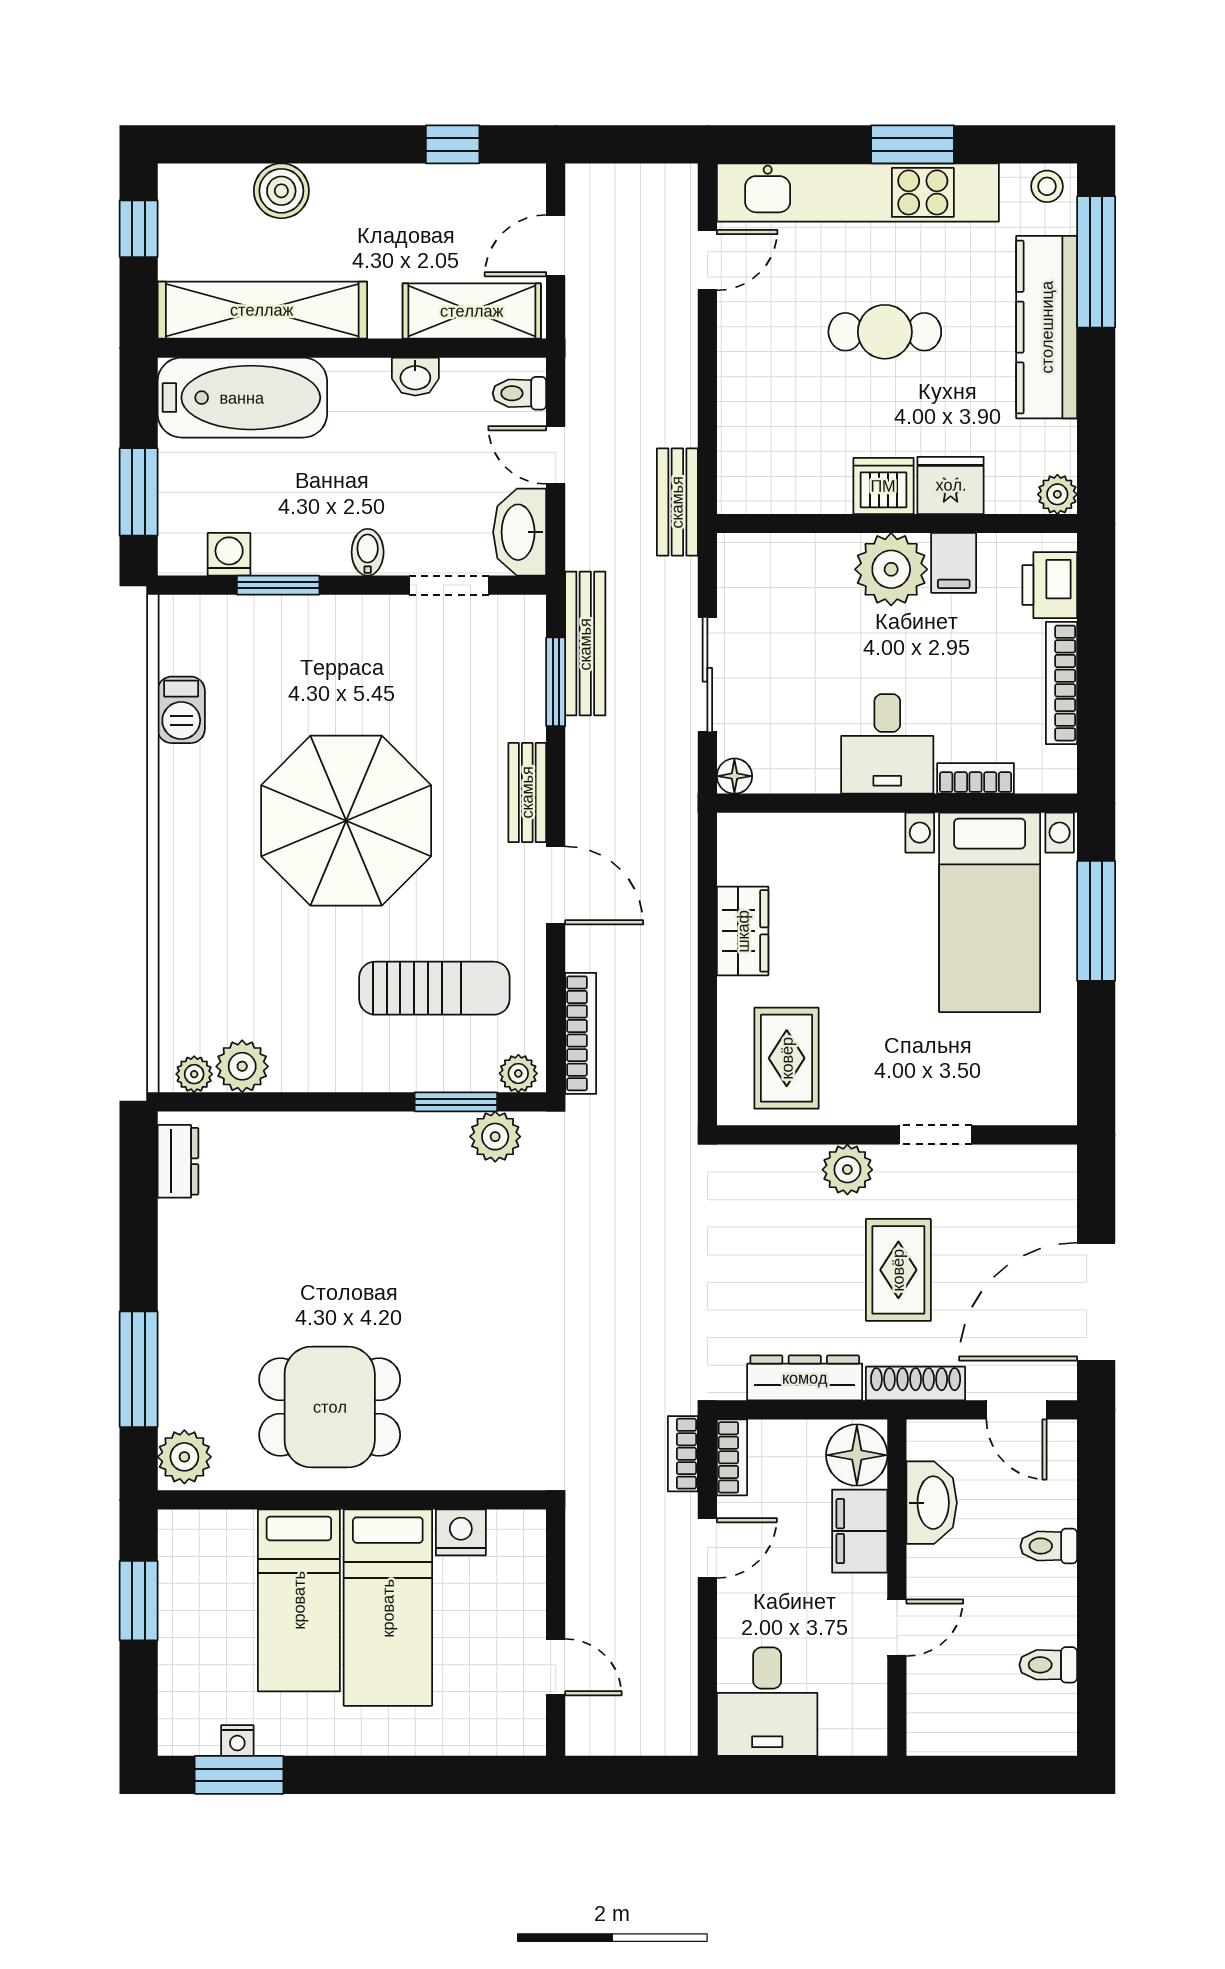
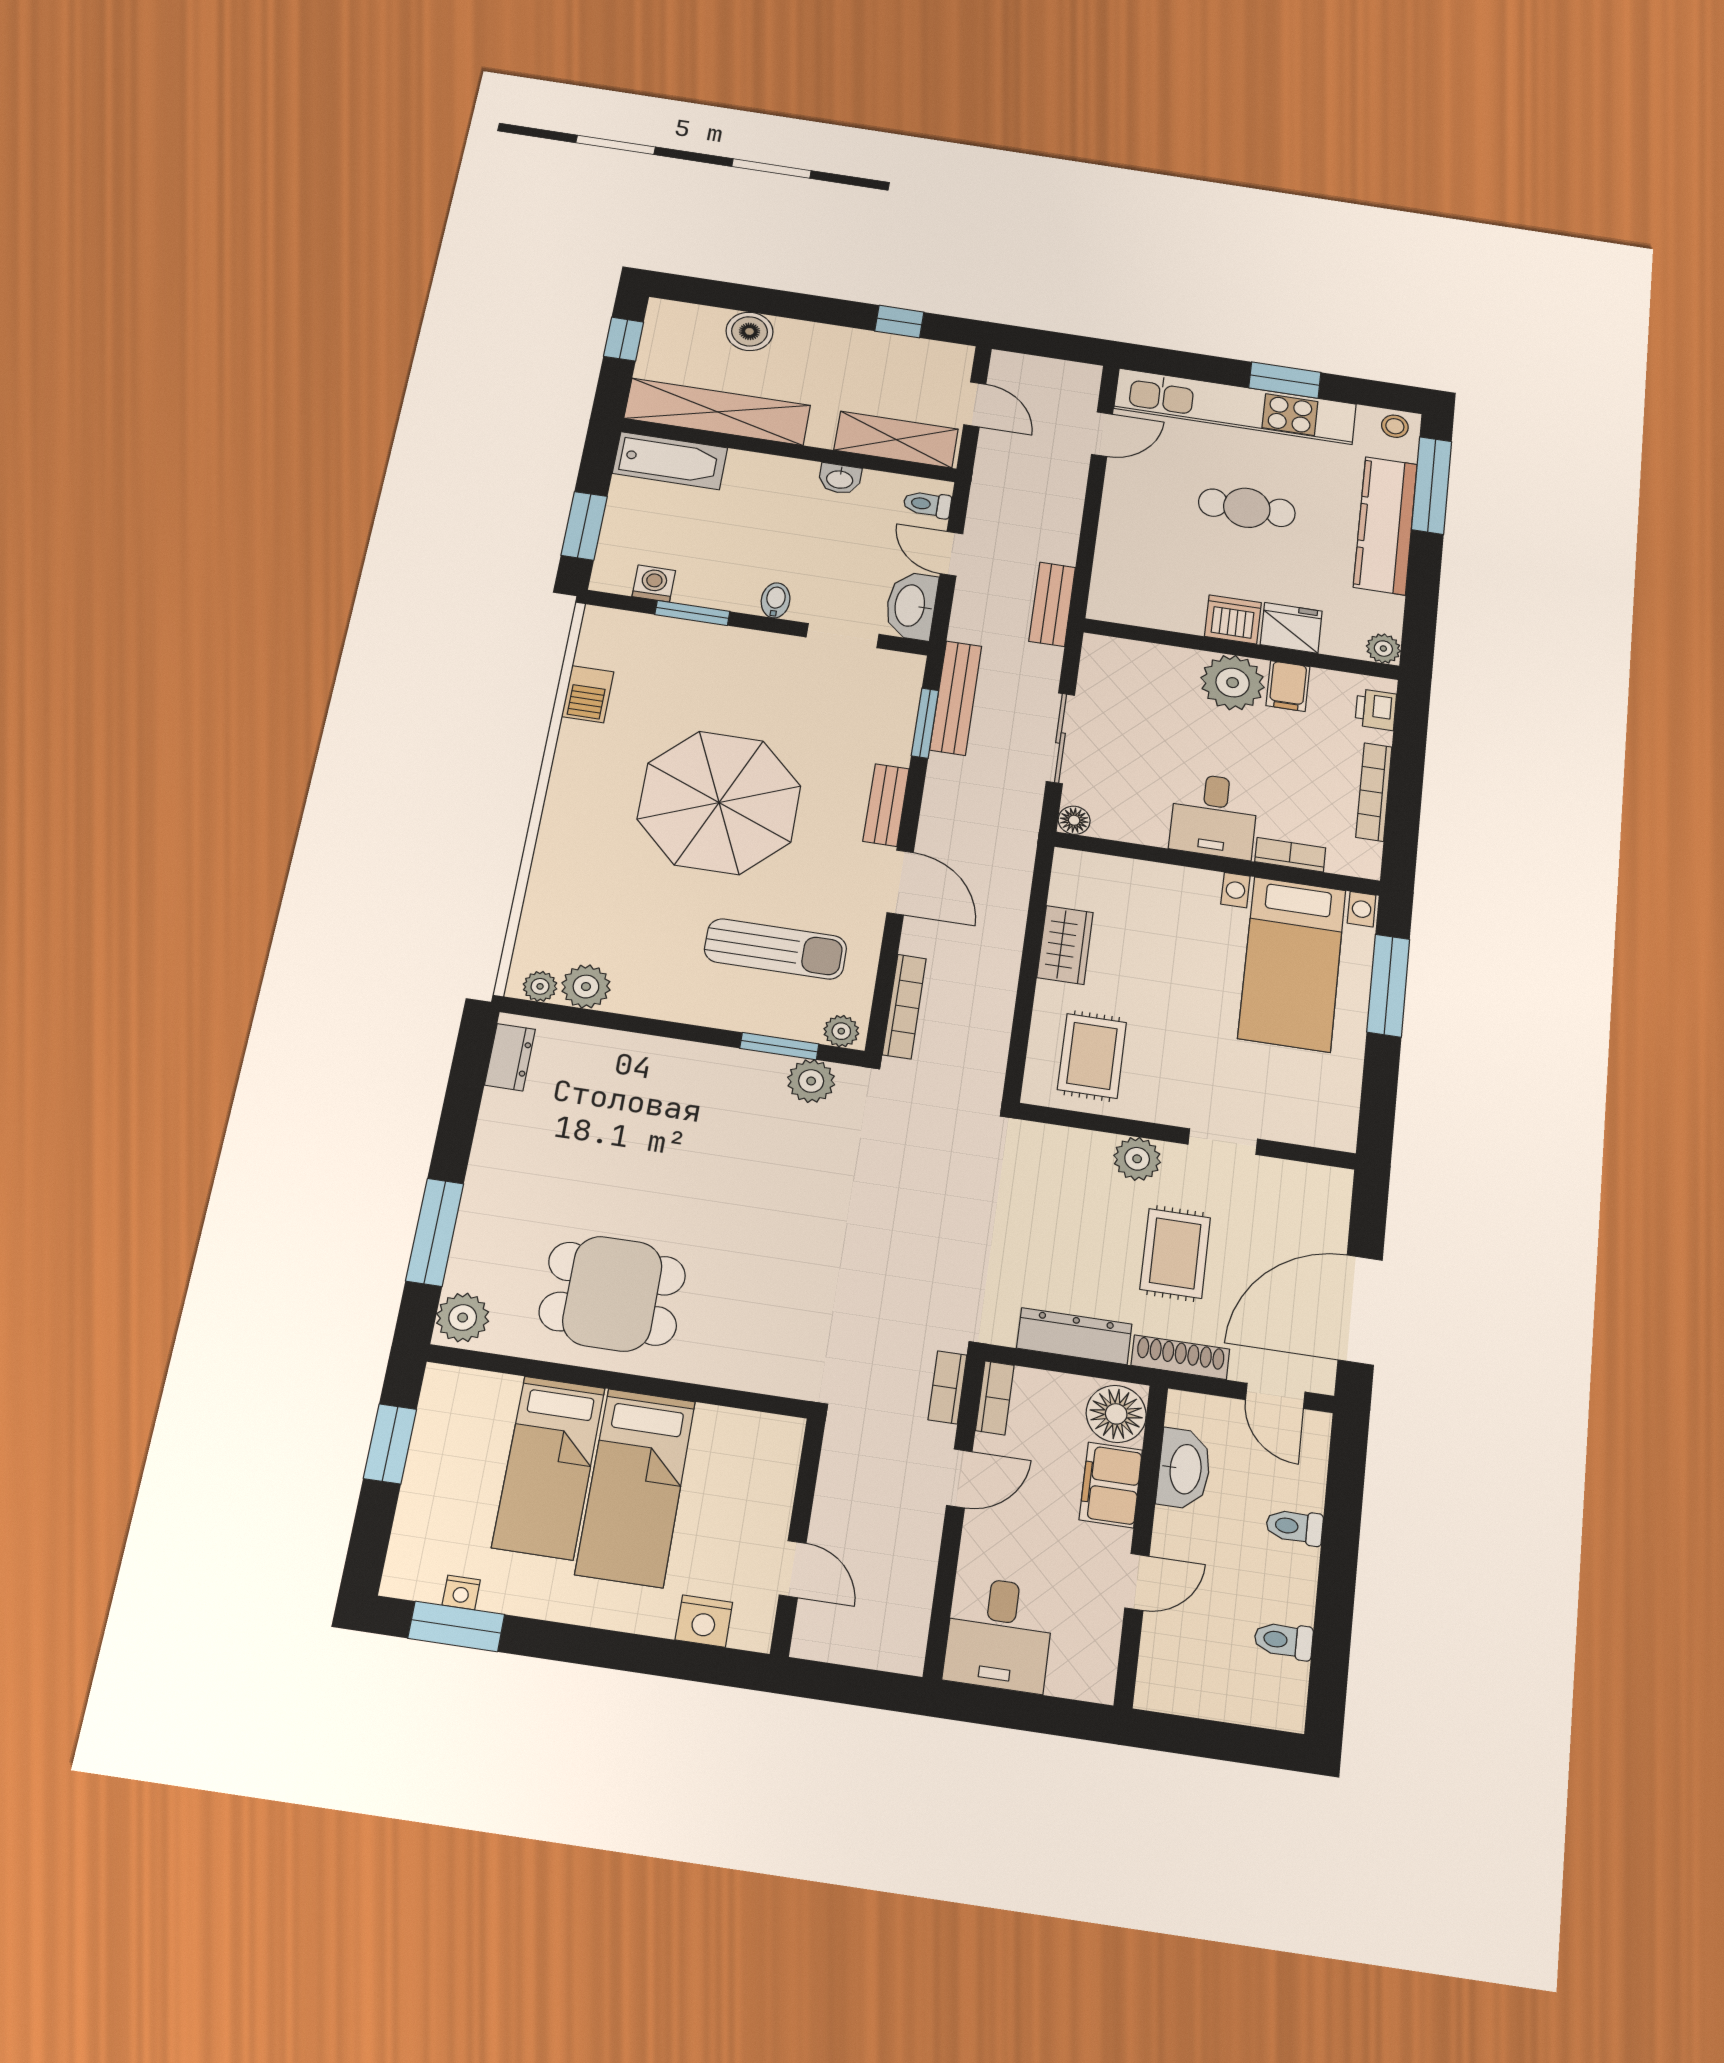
door: (556, 246) -> (975, 404), swing flipped
bathtub: (242, 398) -> (670, 461), width x0.73, depth x0.73
printer: (1050, 585) -> (1376, 710), width x0.73, depth x0.81
nightstand: (461, 1532) -> (704, 1621), moved, turned 180

